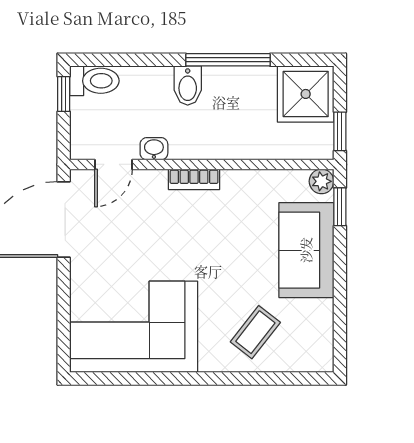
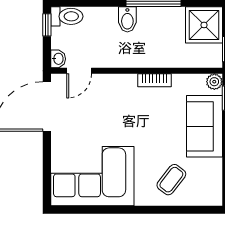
washbasin: (154, 149) -> (58, 59), moved, turned 90
bookcase: (194, 179) -> (155, 80), moved

